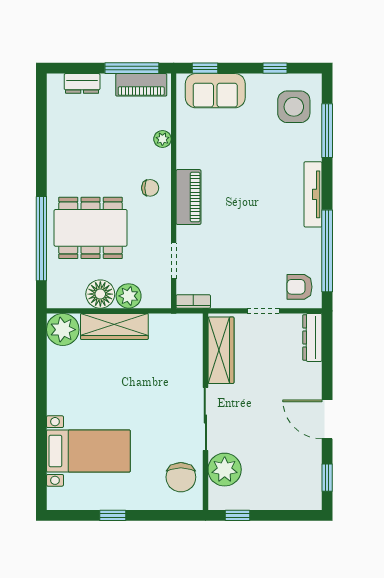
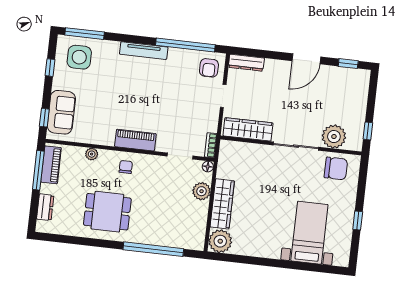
window: (327, 131) -> (85, 34), moved
dining table: (91, 228) -> (107, 212), moved, width x0.73
floor lamp: (100, 294) -> (208, 167), moved, width x0.53, depth x0.53

